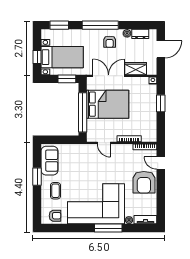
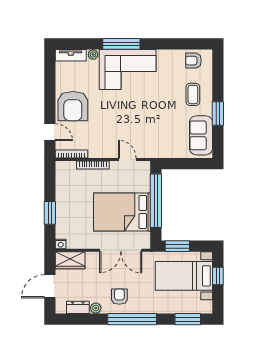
wardrobe: (136, 69) -> (70, 260), moved
armchair: (144, 182) -> (73, 106), turned 180
corner sofa: (96, 204) -> (128, 70), width x0.73, depth x0.74

